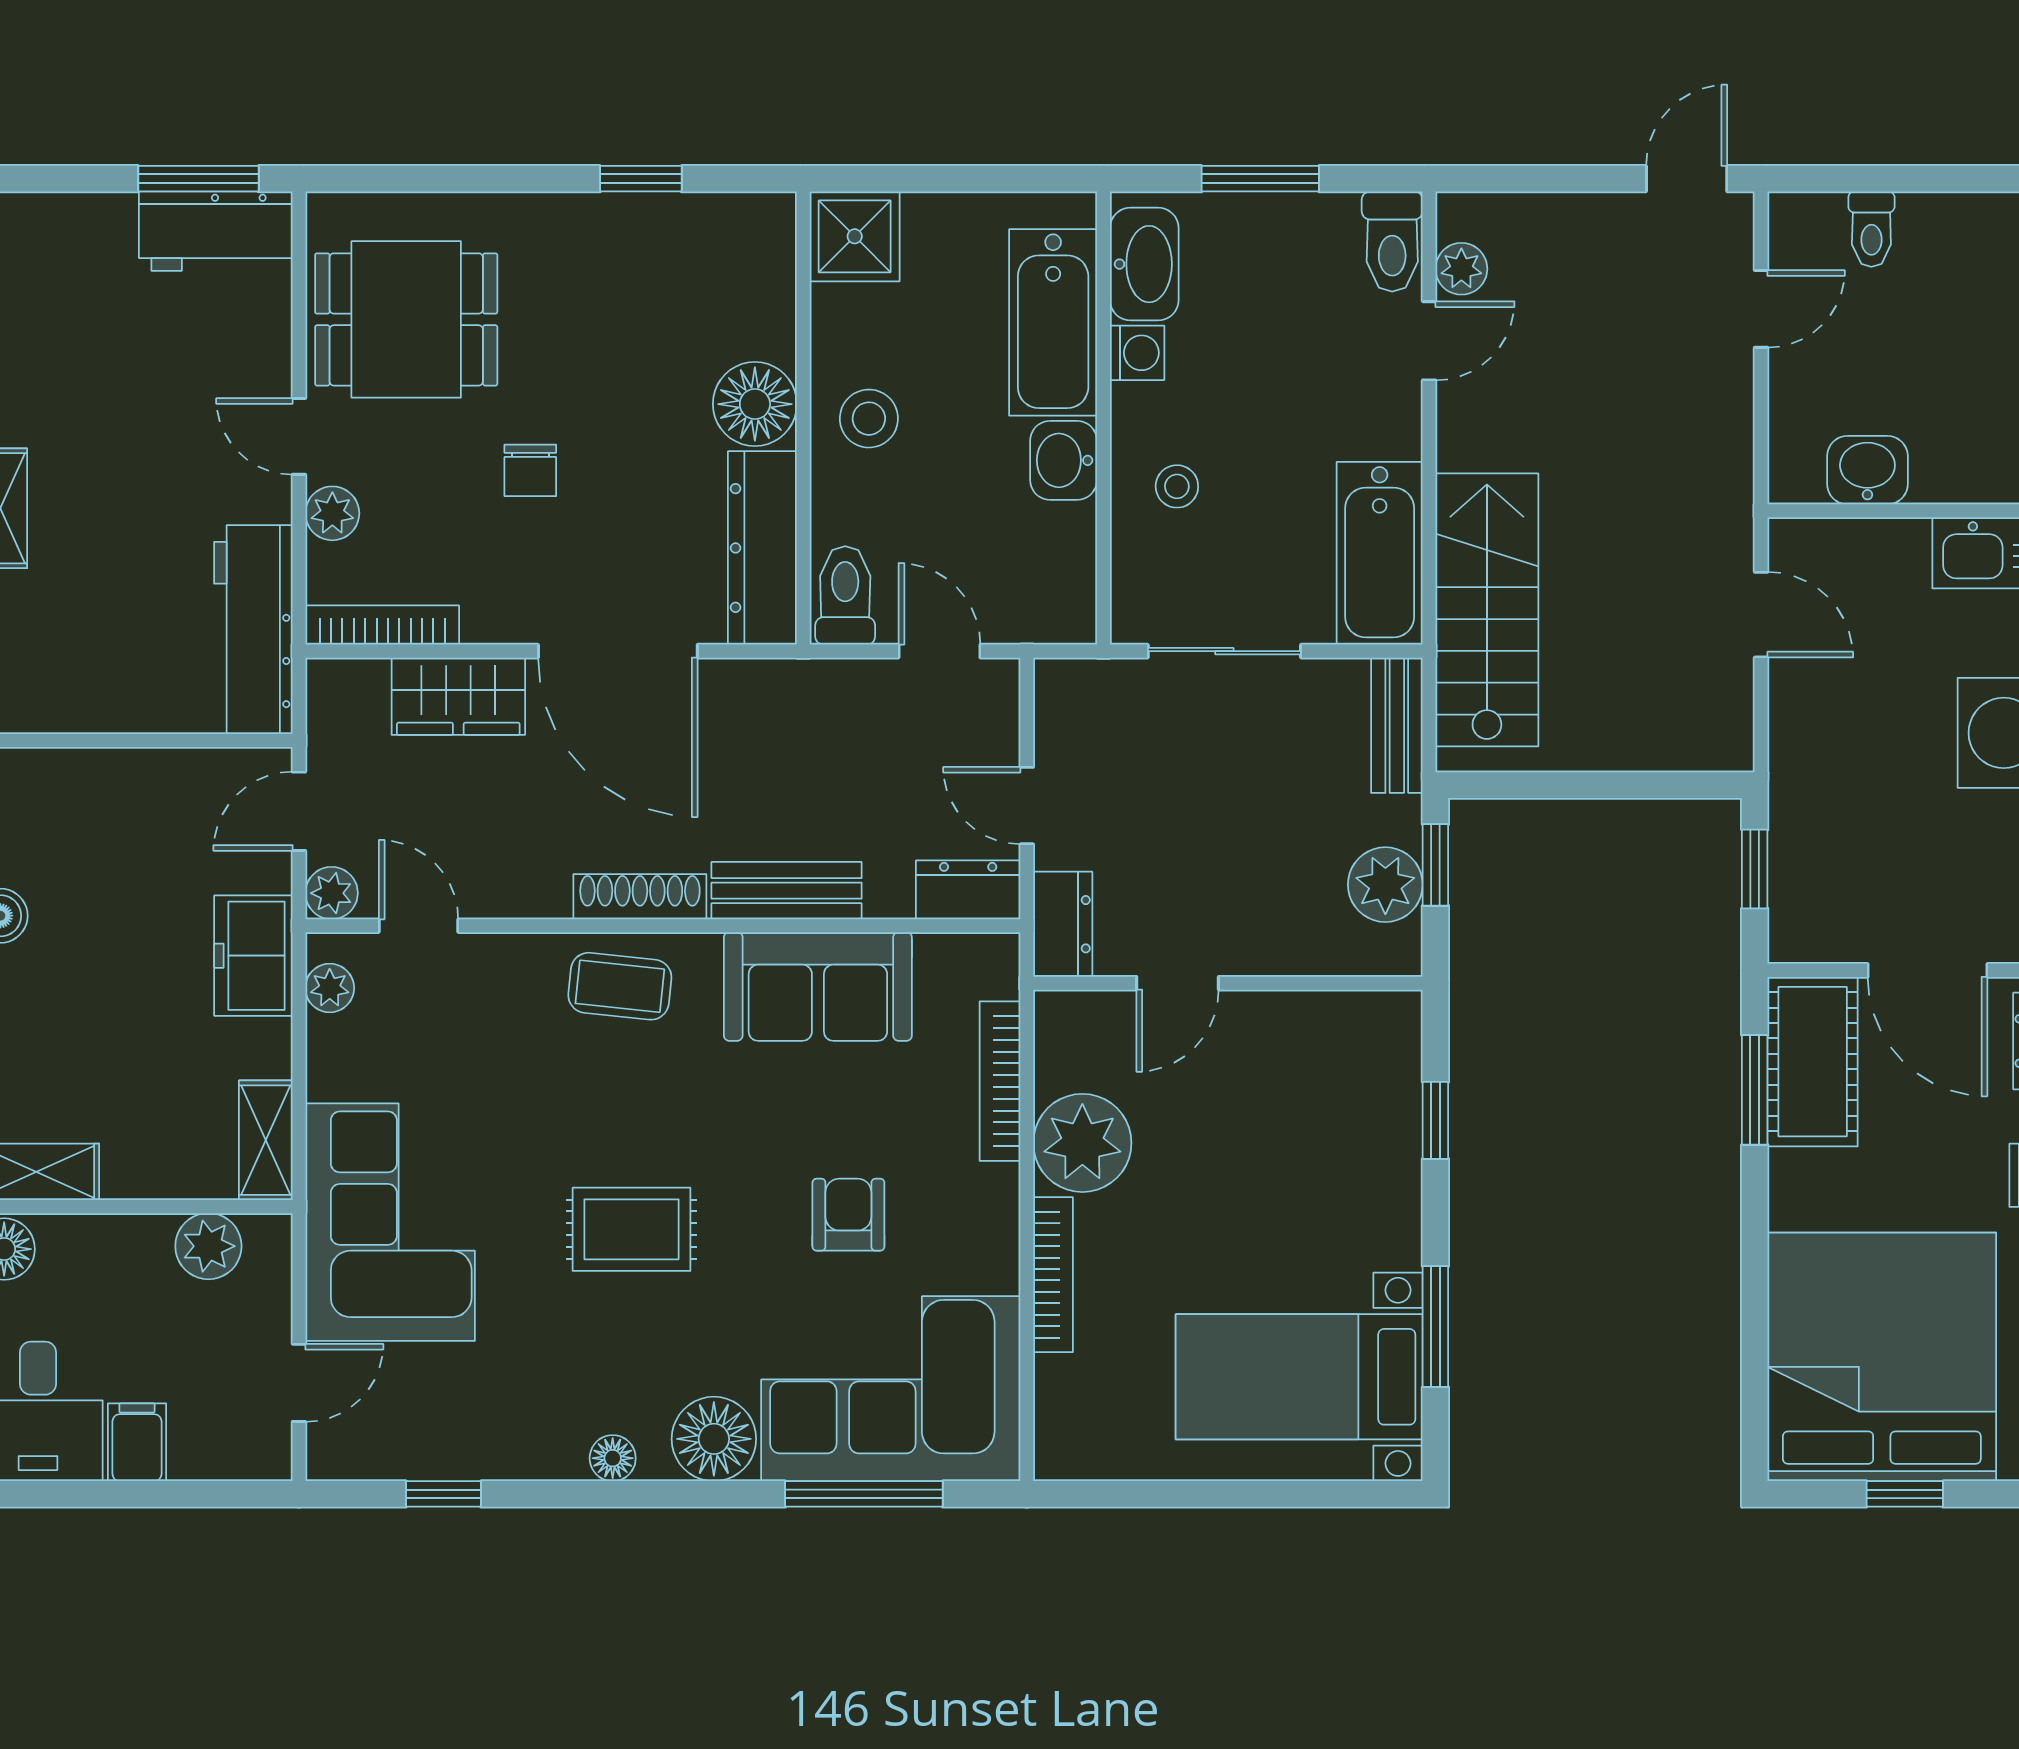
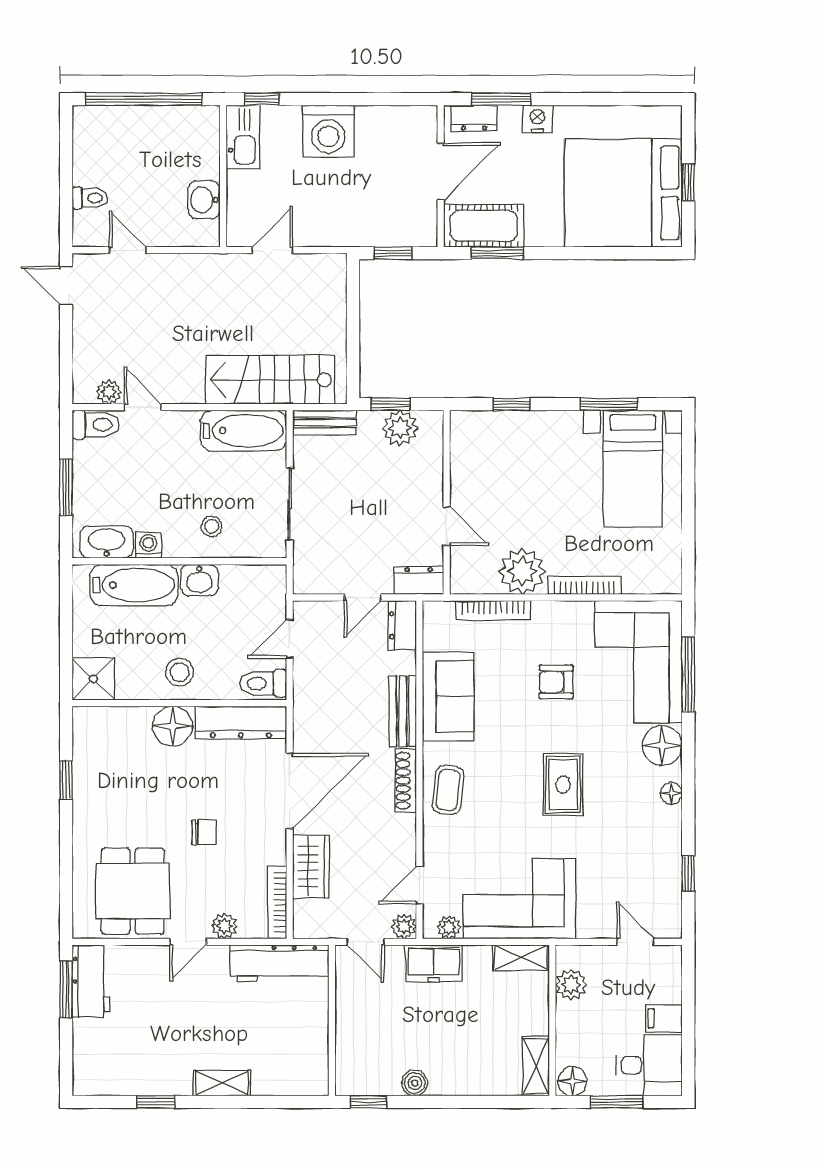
corner sofa: (390, 1222) -> (519, 899), moved

